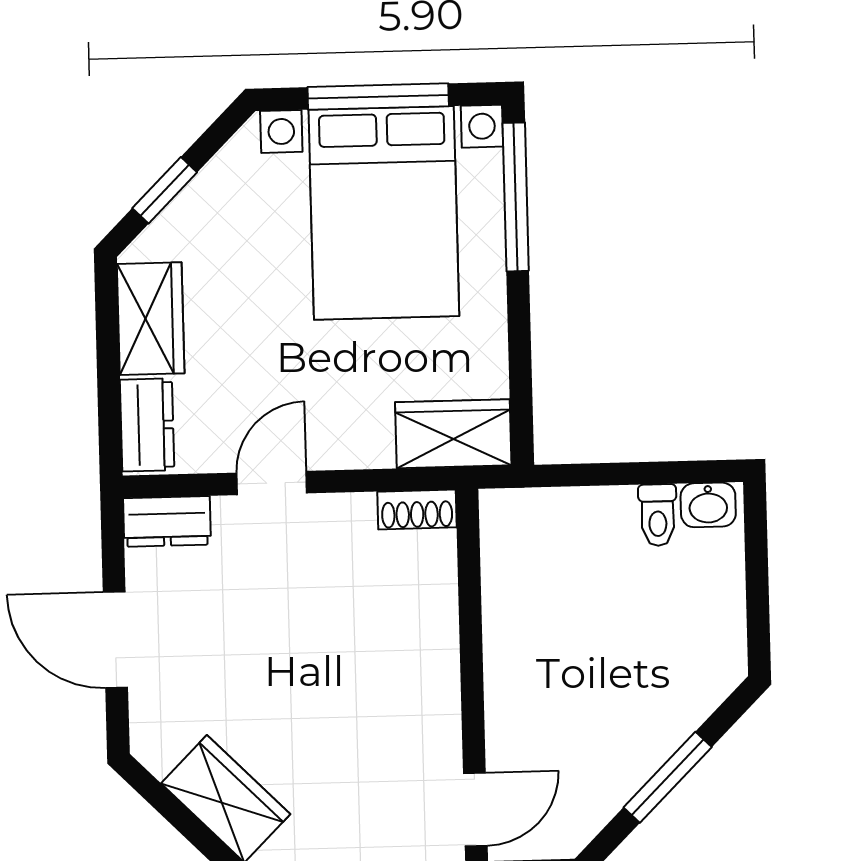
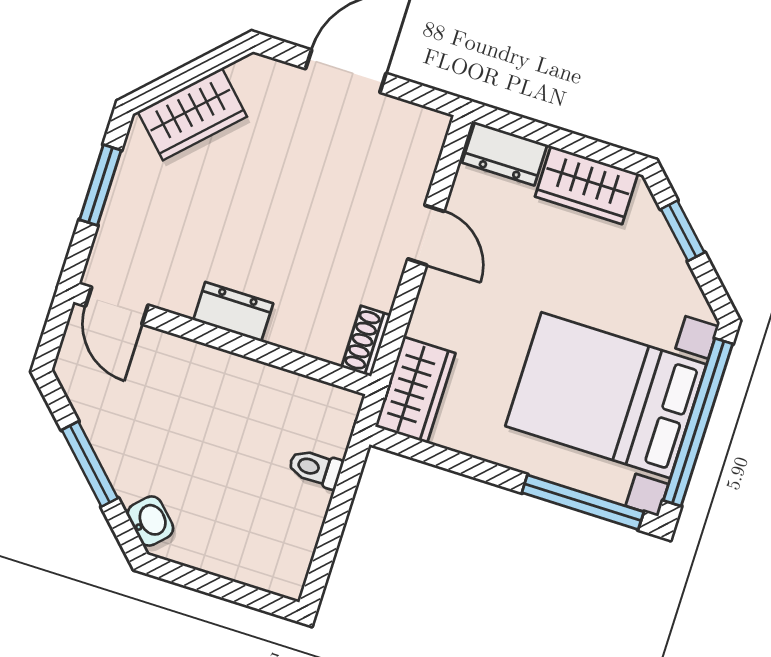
window: (378, 97) -> (698, 422), width x1.46
washbasin: (708, 505) -> (150, 521), moved, turned 135
toilet: (658, 515) -> (315, 468), moved
dresser: (167, 521) -> (233, 312), moved, turned 90

